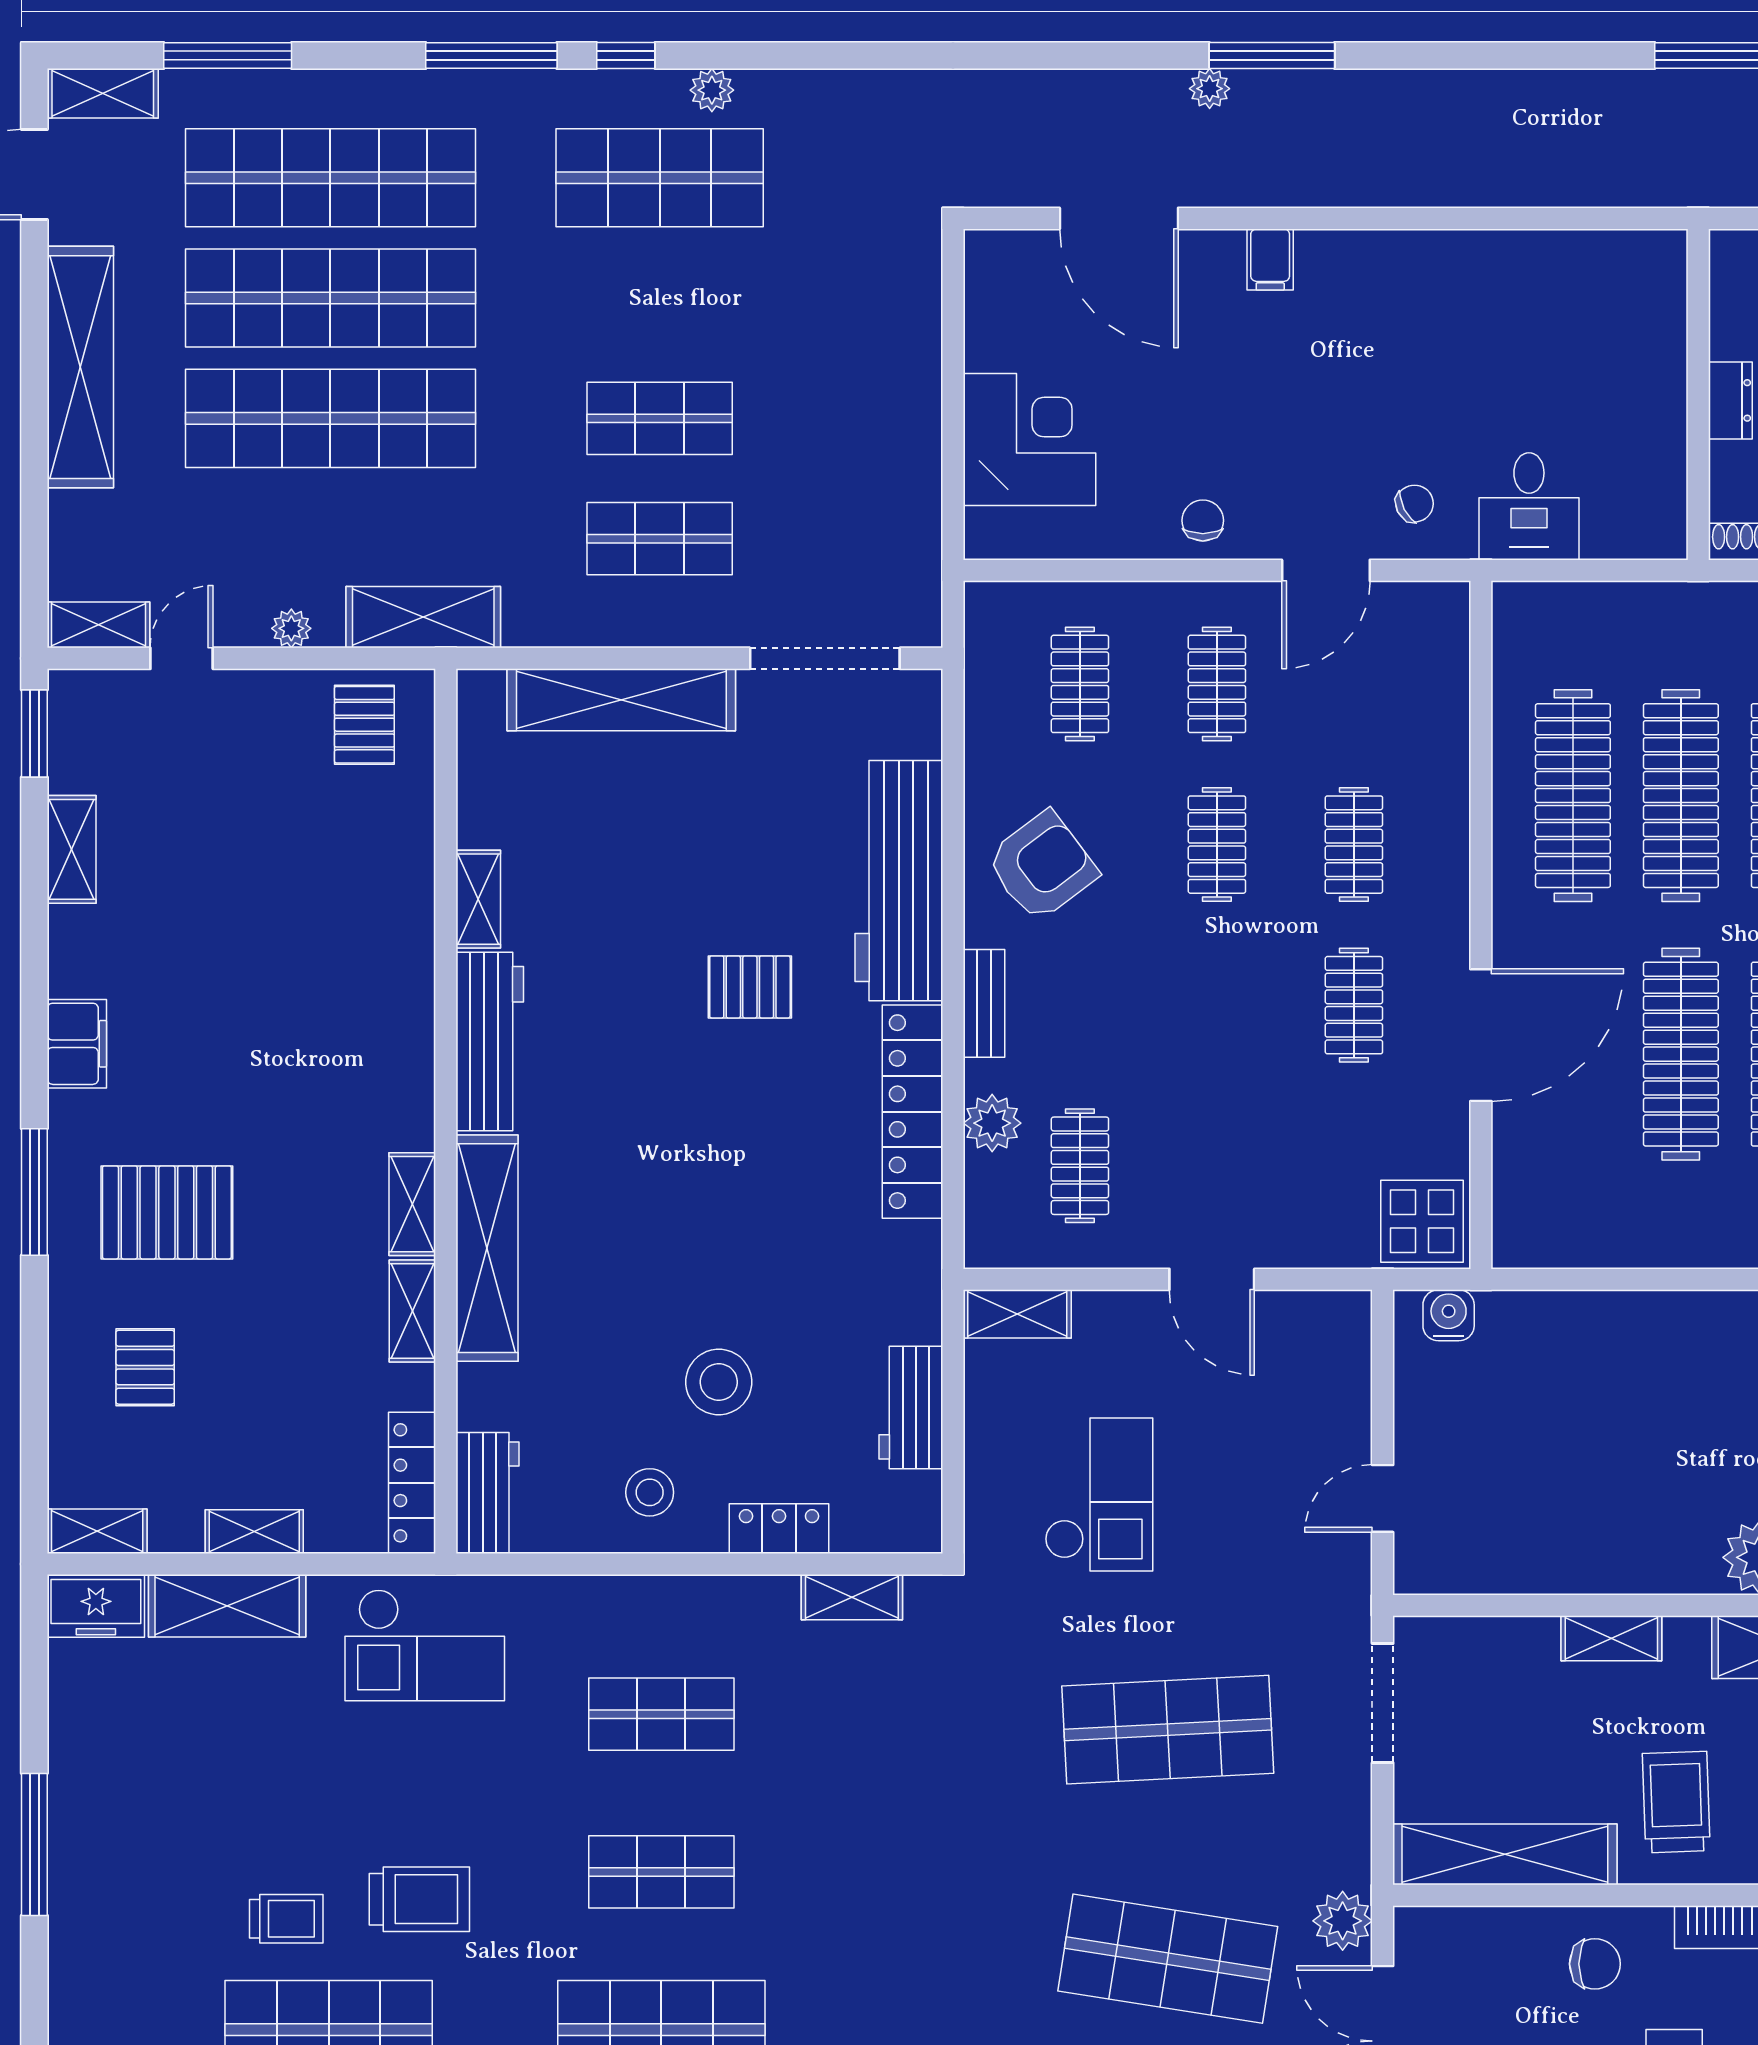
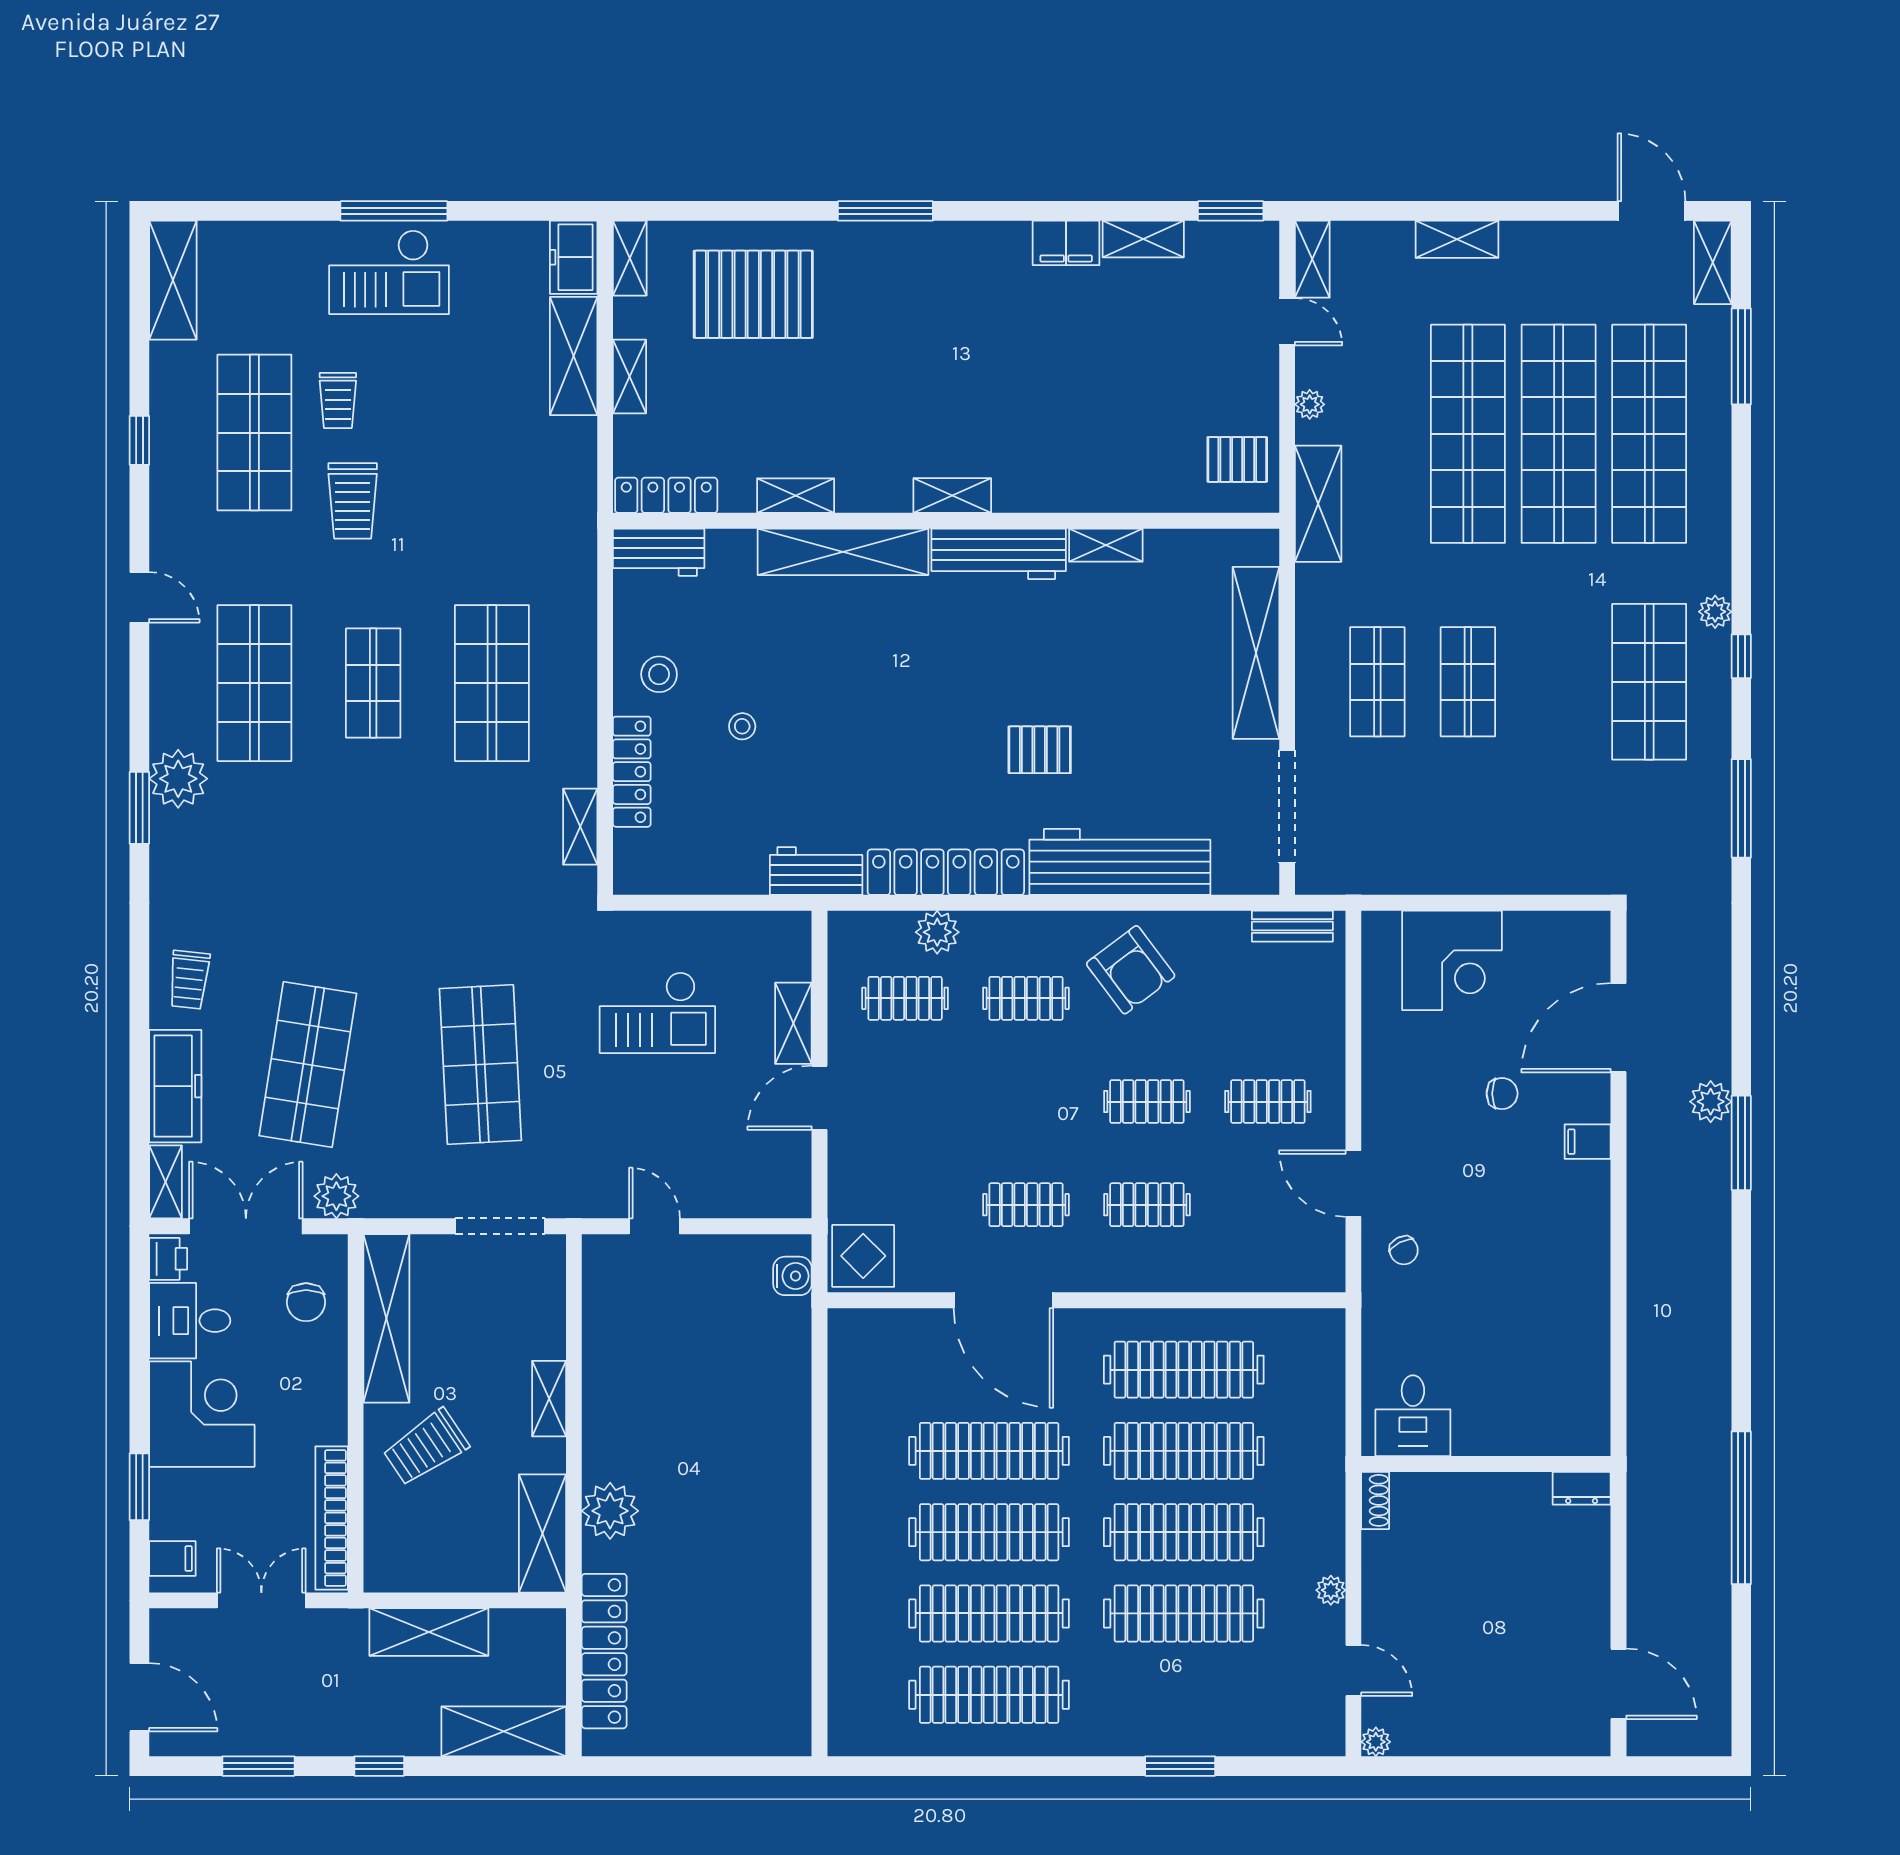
window: (491, 55) -> (1741, 808), moved
plant: (1210, 89) -> (1711, 1102), width x1.38, depth x1.38
plant: (712, 90) -> (1715, 612), moved
shelving: (80, 367) -> (1457, 239), width x0.45, depth x0.75
dresser: (1730, 400) -> (1582, 1488), moved
desk: (1529, 506) -> (1413, 1416), moved, turned -90
chair: (1203, 520) -> (1502, 1094), moved
clothes rail: (1080, 684) -> (1026, 998), moved
pallet: (750, 987) -> (1040, 750), turned 90
bench: (984, 1003) -> (1292, 926), moved
filing cabinet: (77, 1044) -> (1066, 243), moved
shelving: (412, 1204) -> (952, 496), moved
pallet: (167, 1212) -> (870, 311), removed
shelving: (1017, 1314) -> (793, 1023), moved
pallet: (145, 1367) -> (753, 294), width x2.05, depth x2.00
stool: (719, 1382) -> (742, 726), width x0.53, depth x0.53
workbench: (911, 1408) -> (816, 871), moved
locker: (779, 1529) -> (632, 772), width x1.53
checkout: (425, 1645) -> (389, 272), moved, turned -90
shop shelf: (661, 1714) -> (492, 683), width x1.43, depth x1.36
trolley: (1676, 1802) -> (426, 1447), turned 148
chair: (1595, 1964) -> (306, 1302), moved

